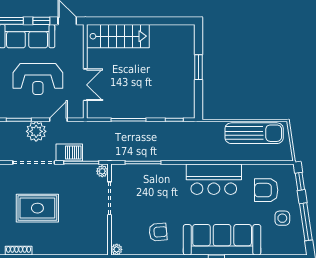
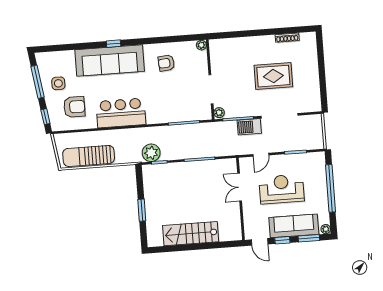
stairs: (118, 36) -> (191, 234), moved
plant: (36, 131) -> (151, 153), moved

